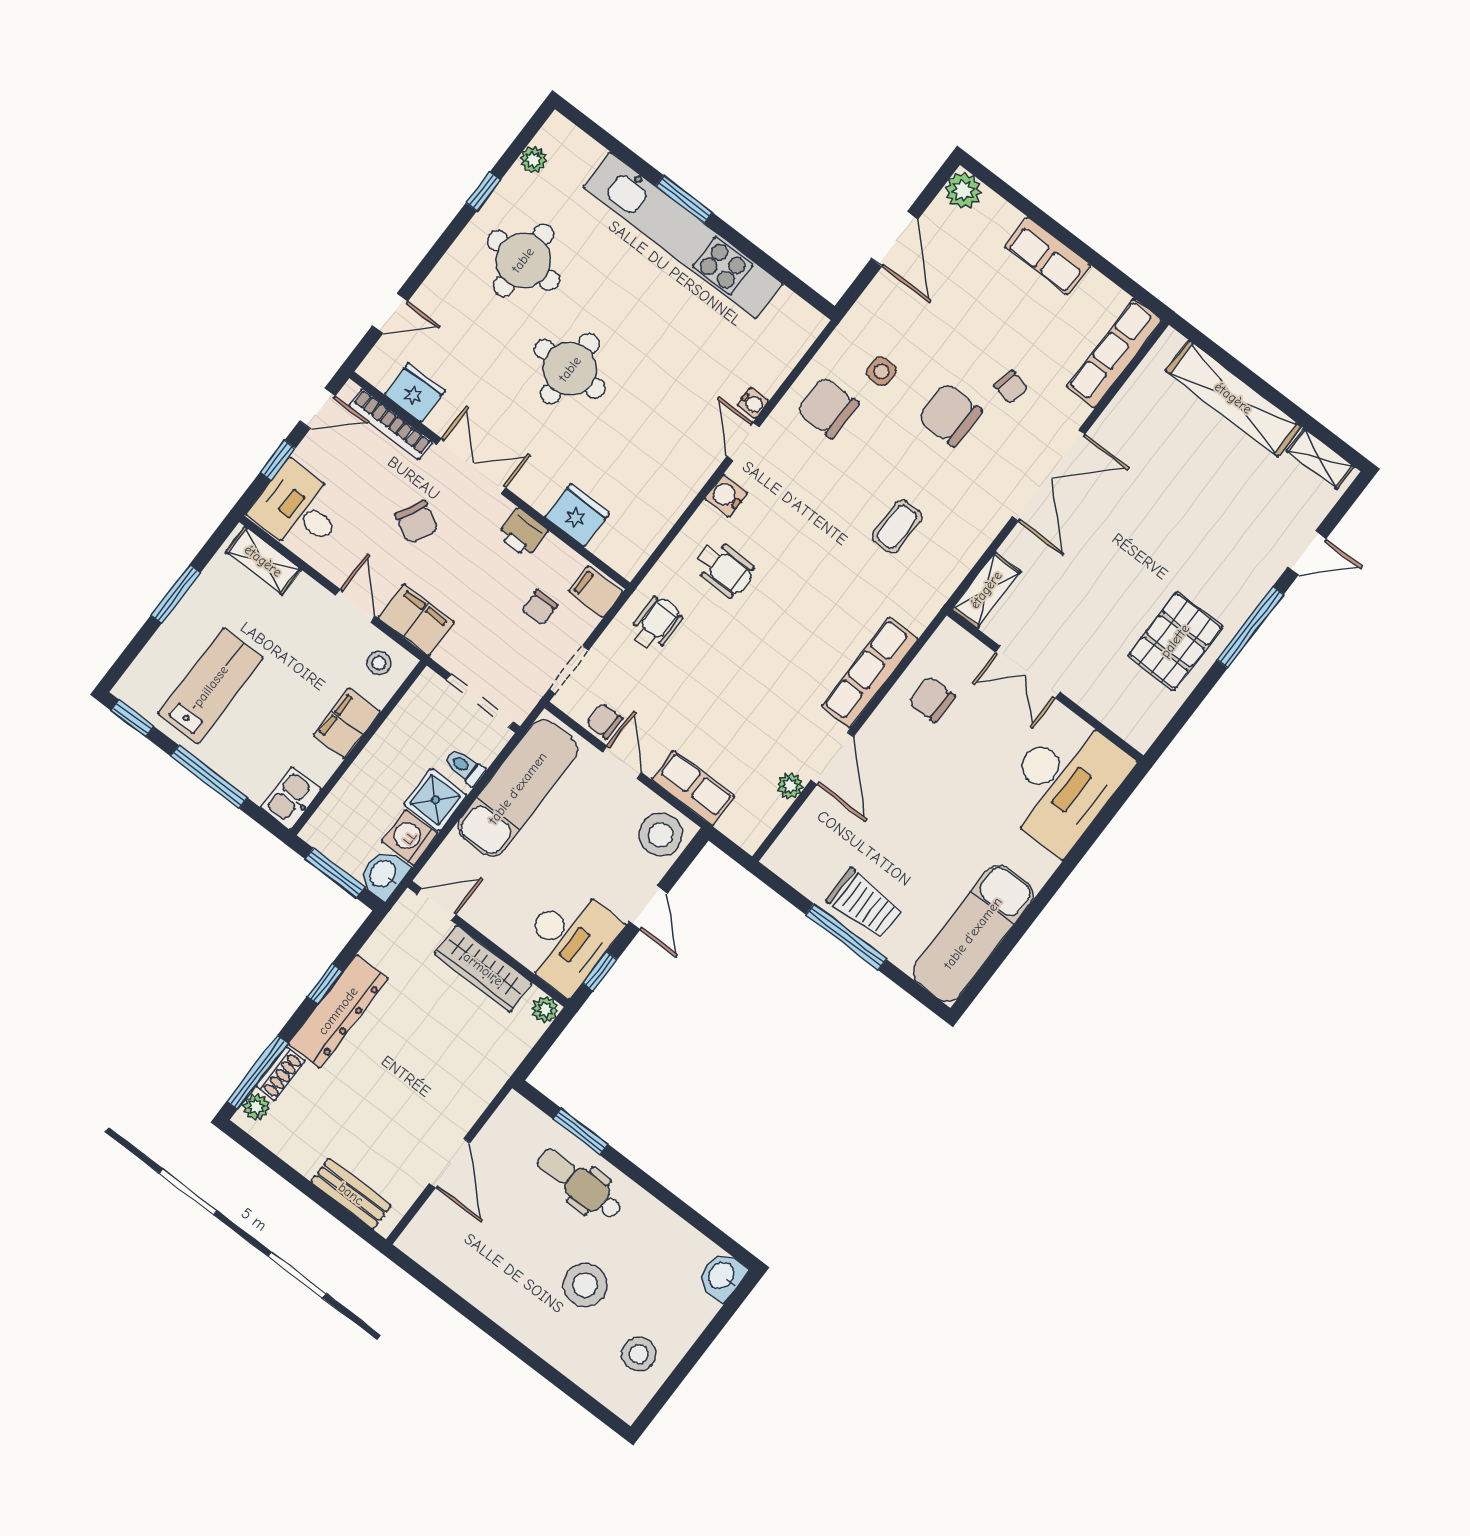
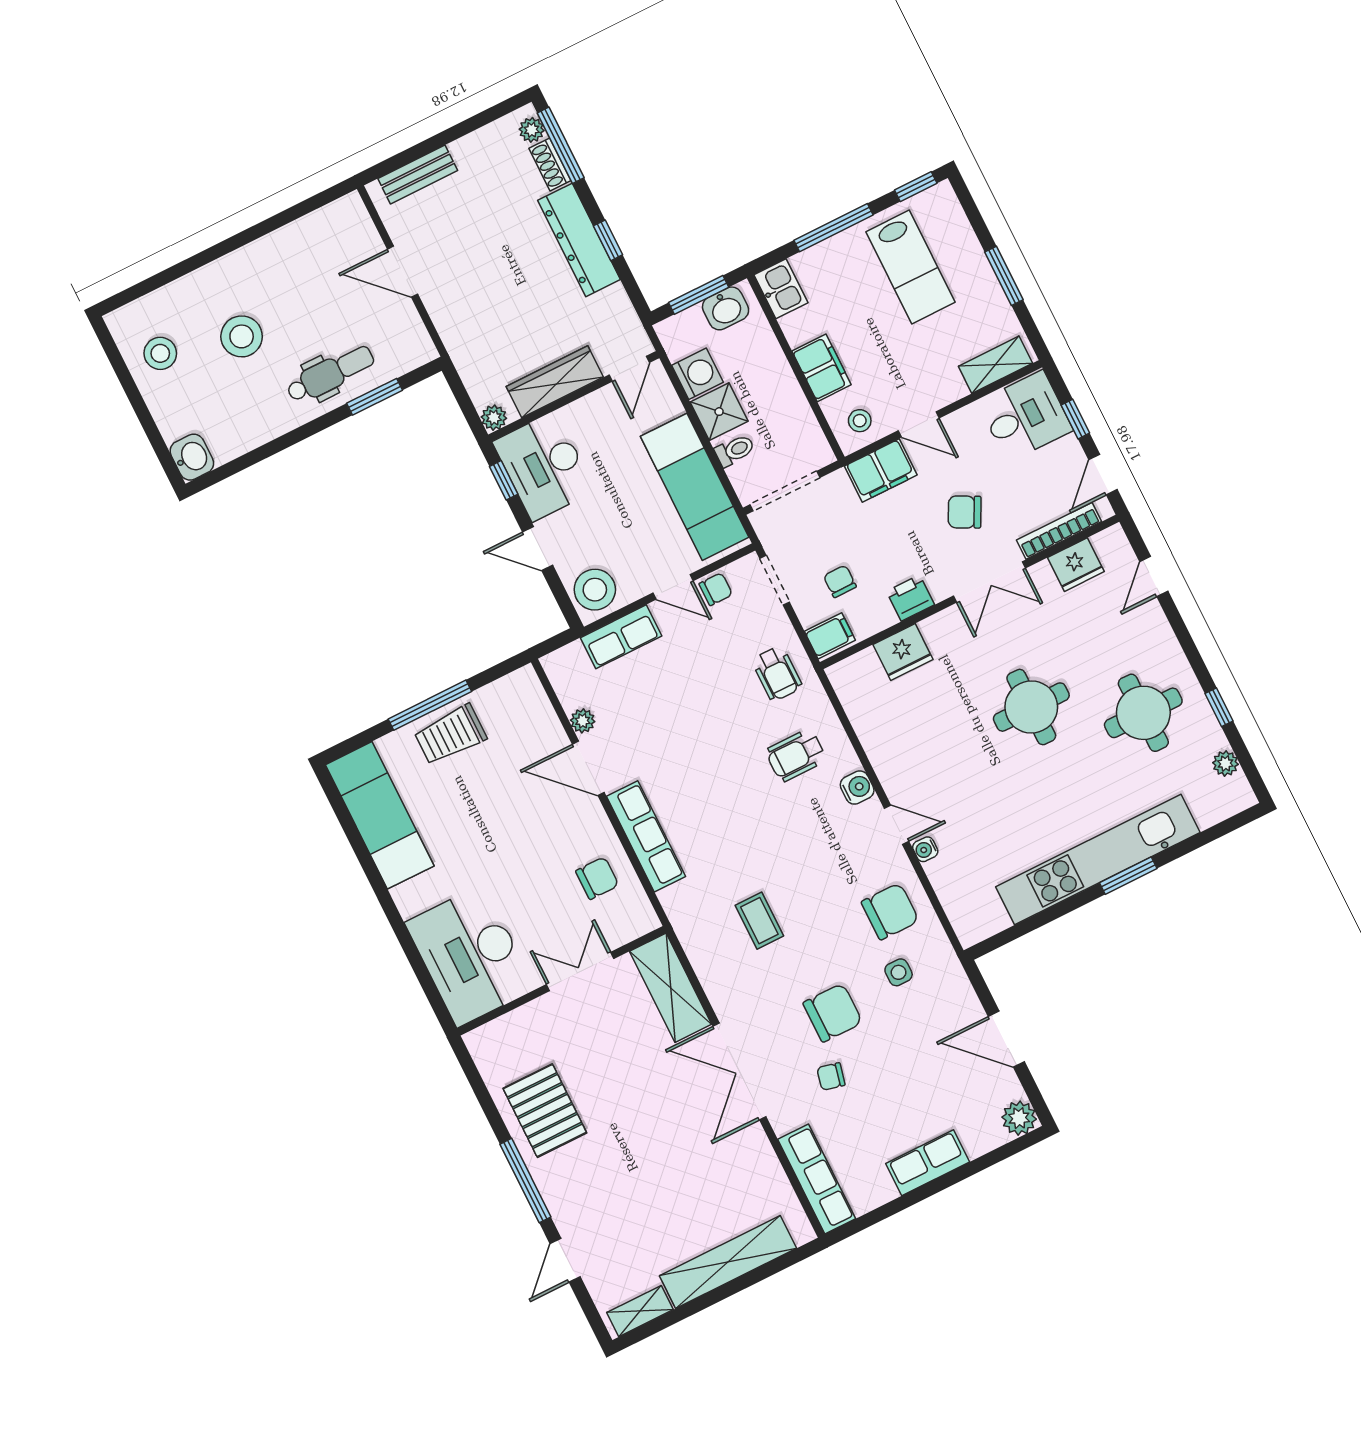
shelving: (986, 590) -> (671, 988), width x1.50, depth x1.33
washbasin: (384, 874) -> (726, 308), moved, turned 90

